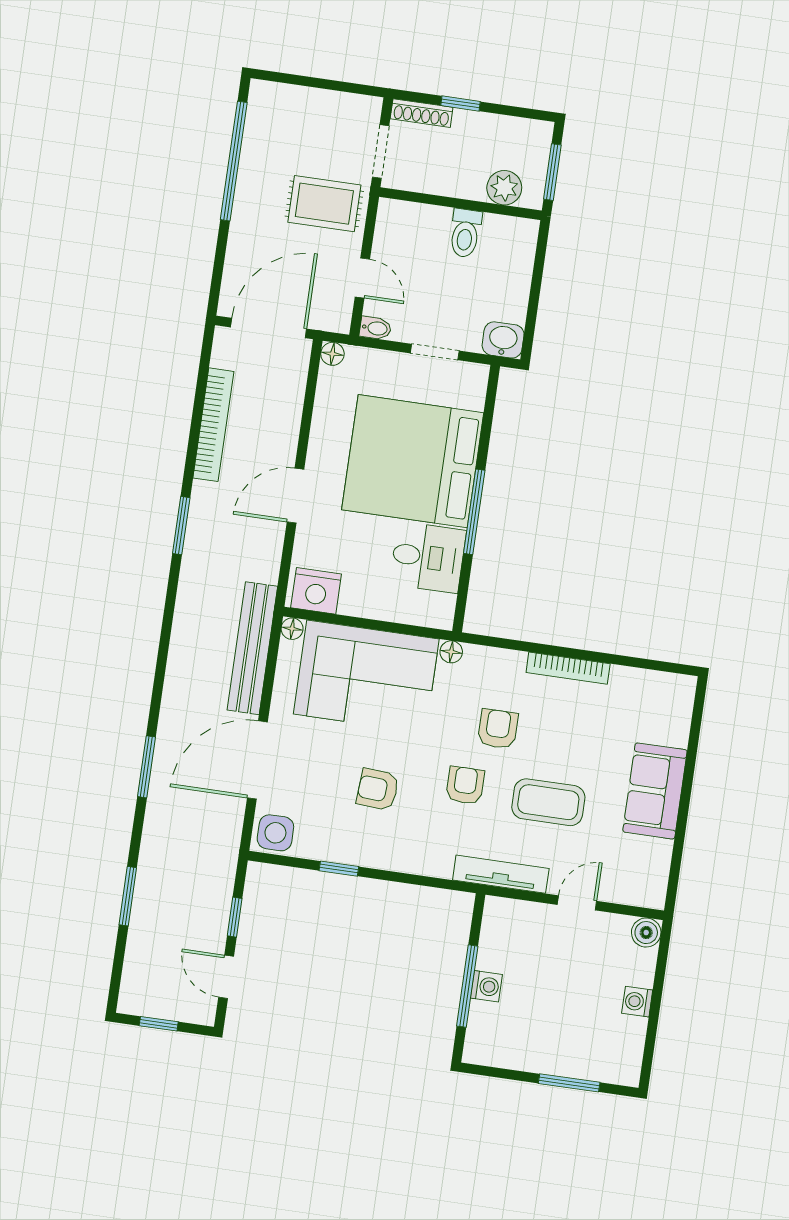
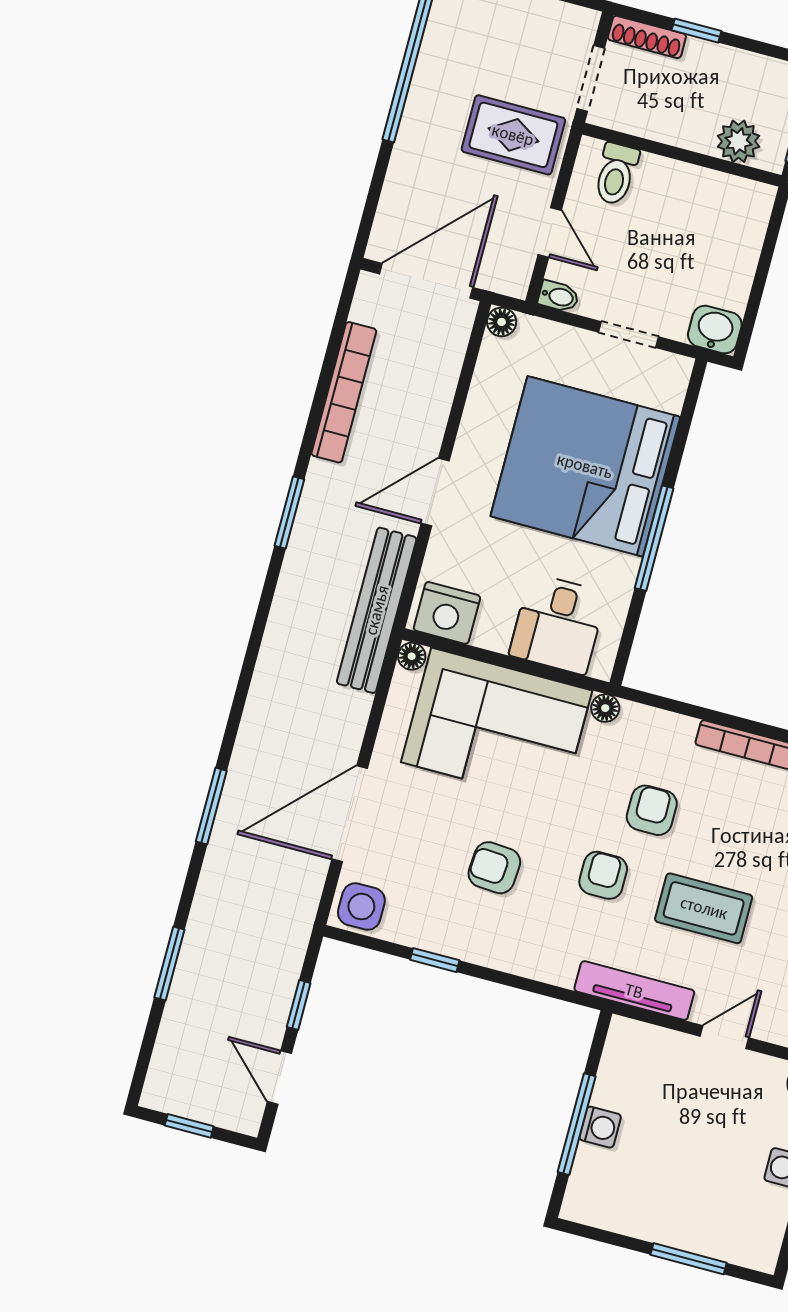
toilet: (465, 233) -> (616, 174), moved
desk: (428, 557) -> (558, 624), moved, turned 90
bench: (252, 648) -> (377, 610), moved

